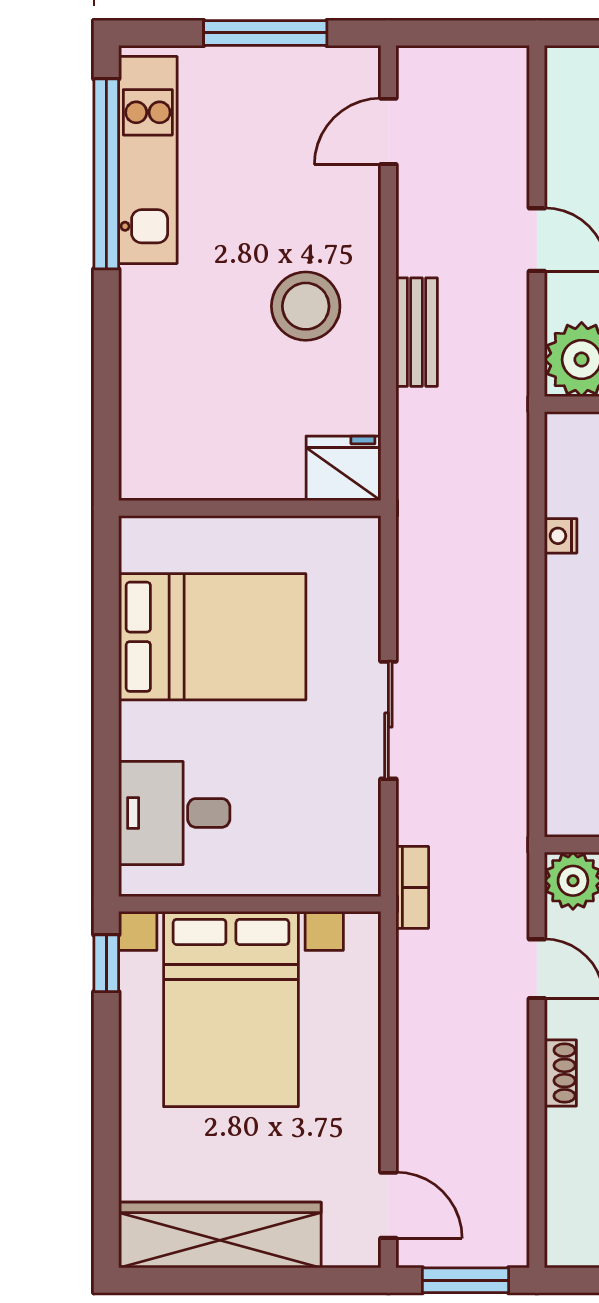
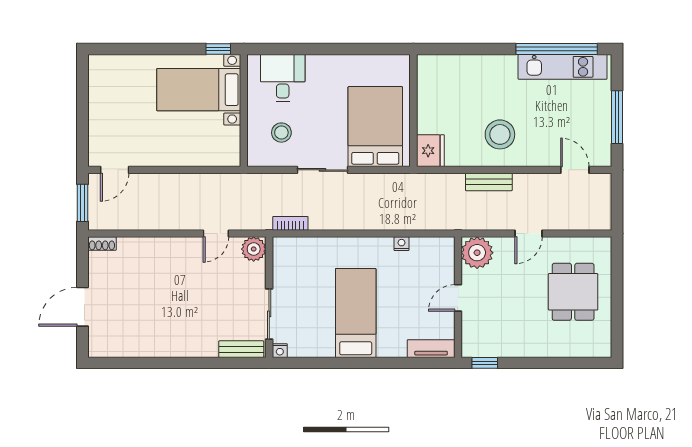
bed: (212, 637) -> (375, 127), moved, turned 180
stool: (301, 816) -> (281, 133), added
bookcase: (412, 887) -> (290, 223), moved, turned 180
bed with nightstands: (231, 1009) -> (199, 90), width x0.73
shoe rack: (560, 1073) -> (102, 244), moved
wardrobe: (220, 1235) -> (102, 98), removed

